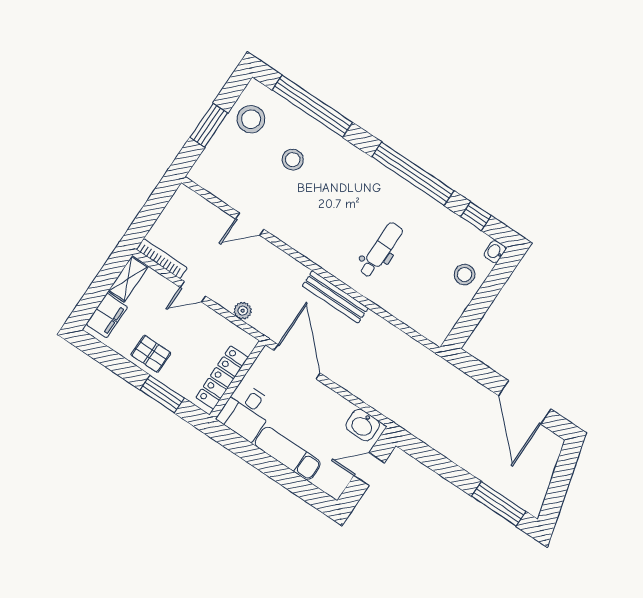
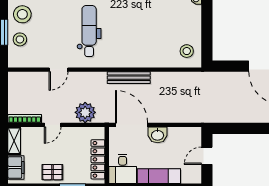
stool: (293, 160) -> (20, 39), moved
dental chair: (381, 250) -> (89, 31), moved, width x1.36, depth x1.38
stool: (465, 275) -> (187, 51), moved
plant: (243, 311) -> (85, 112), width x1.87, depth x1.87
washbasin: (363, 425) -> (158, 135), moved

